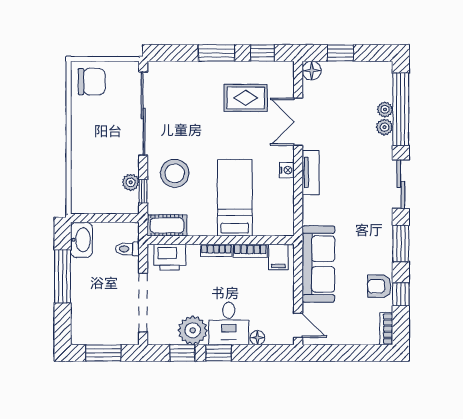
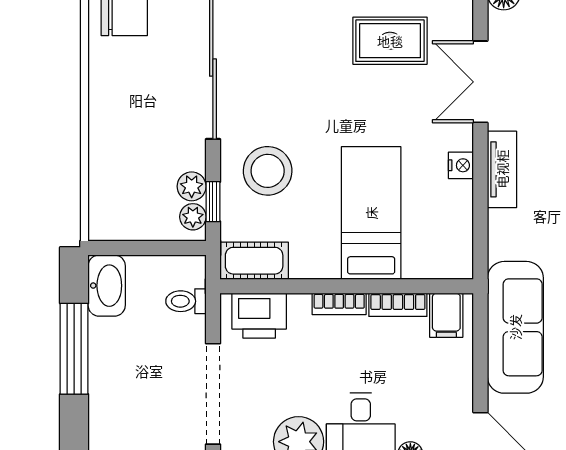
plant: (131, 200) -> (193, 217), added

